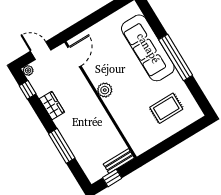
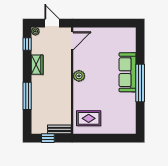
sofa: (148, 48) -> (128, 72), width x0.74, depth x0.79
rug: (166, 108) -> (89, 118), moved

